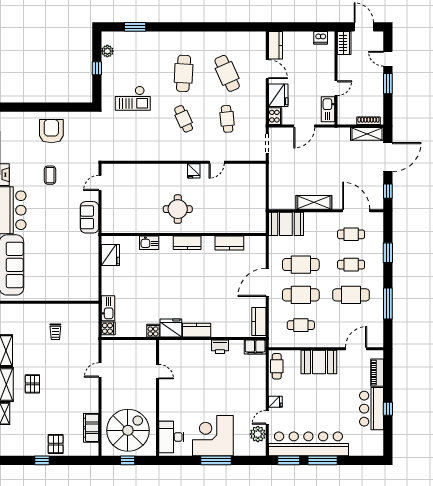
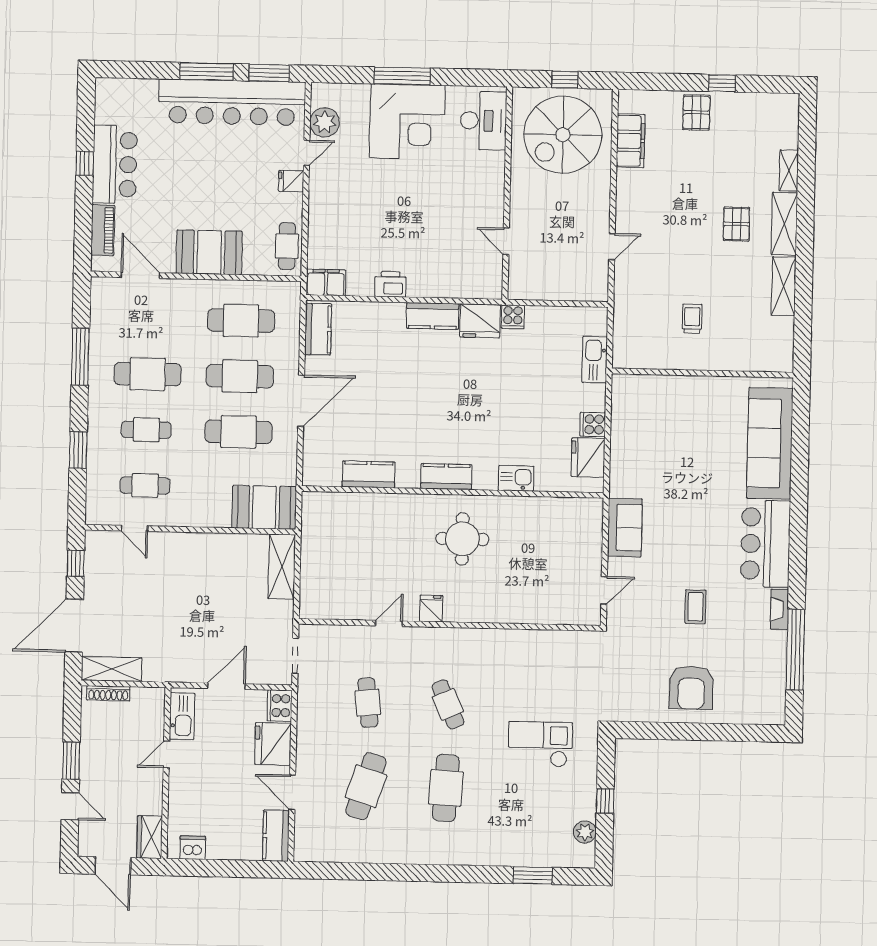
cafe table: (227, 73) -> (366, 786), turned 42
shelving: (314, 202) -> (282, 567), moved, turned 90
door: (356, 211) -> (134, 528), width x0.53
cafe table: (301, 325) -> (241, 321), width x1.37, depth x1.35
cooker: (108, 328) -> (593, 424), moved
door: (356, 349) -> (140, 275), swing flipped

